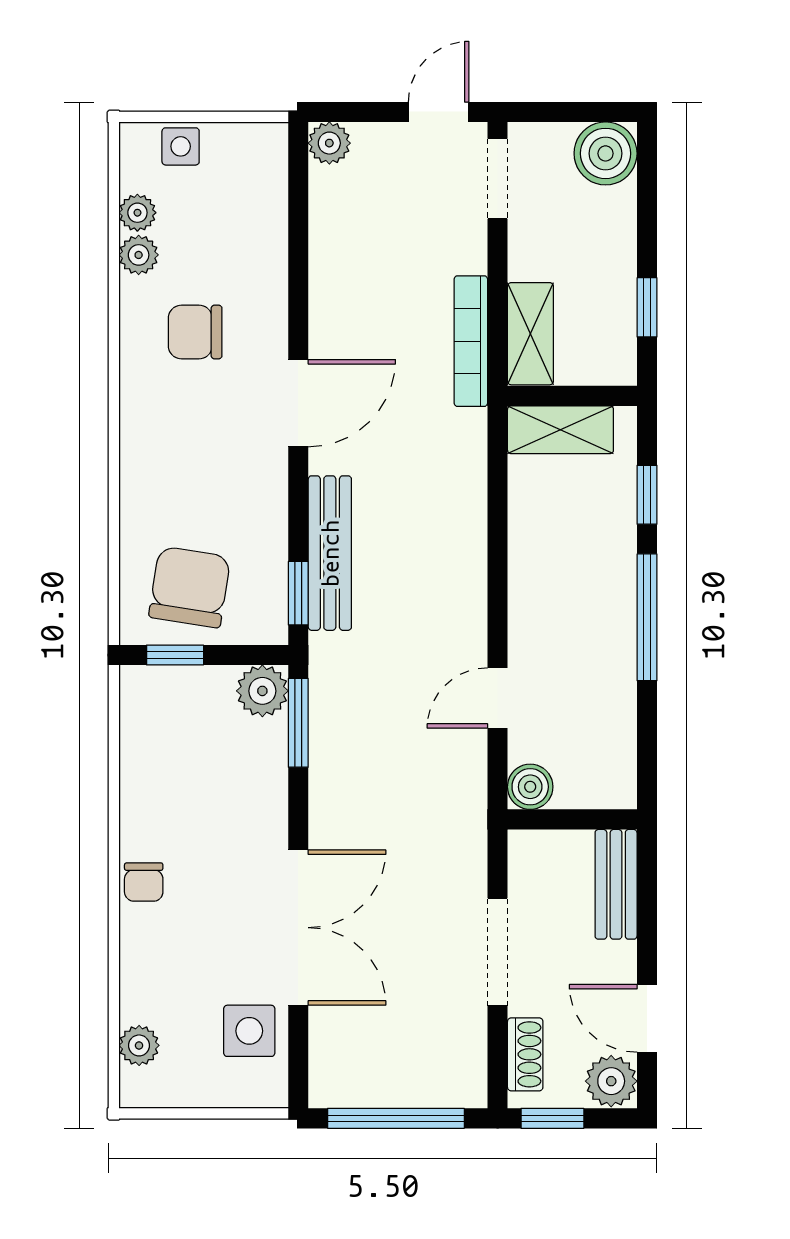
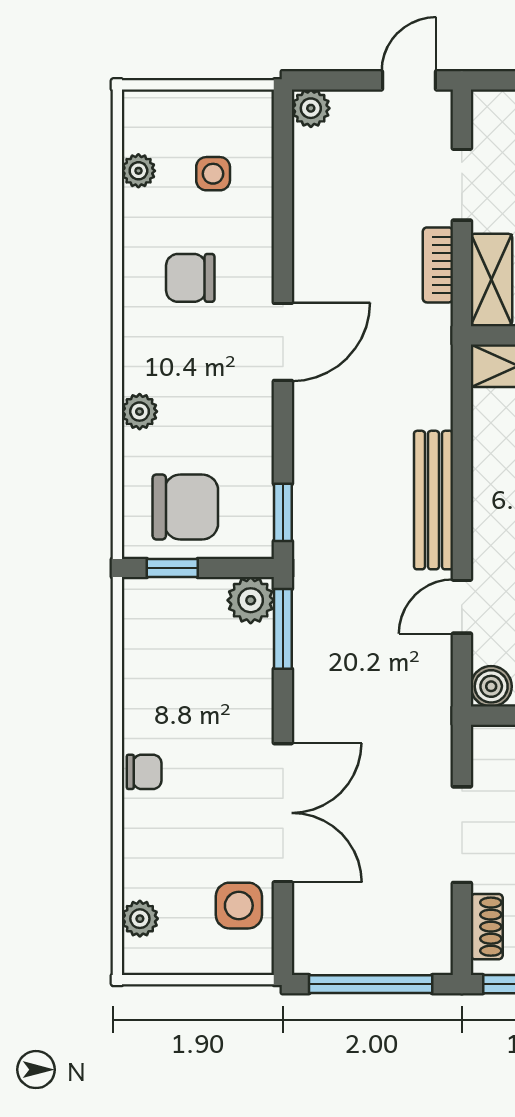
side table: (181, 146) -> (213, 174), moved
doorway: (498, 179) -> (462, 185), moved
plant: (139, 255) -> (140, 412), moved
bookcase: (471, 341) -> (438, 265), width x0.64
bench: (330, 553) -> (433, 500), moved
chair: (190, 587) -> (185, 507), turned 81
chair: (144, 882) -> (144, 772), turned -90

